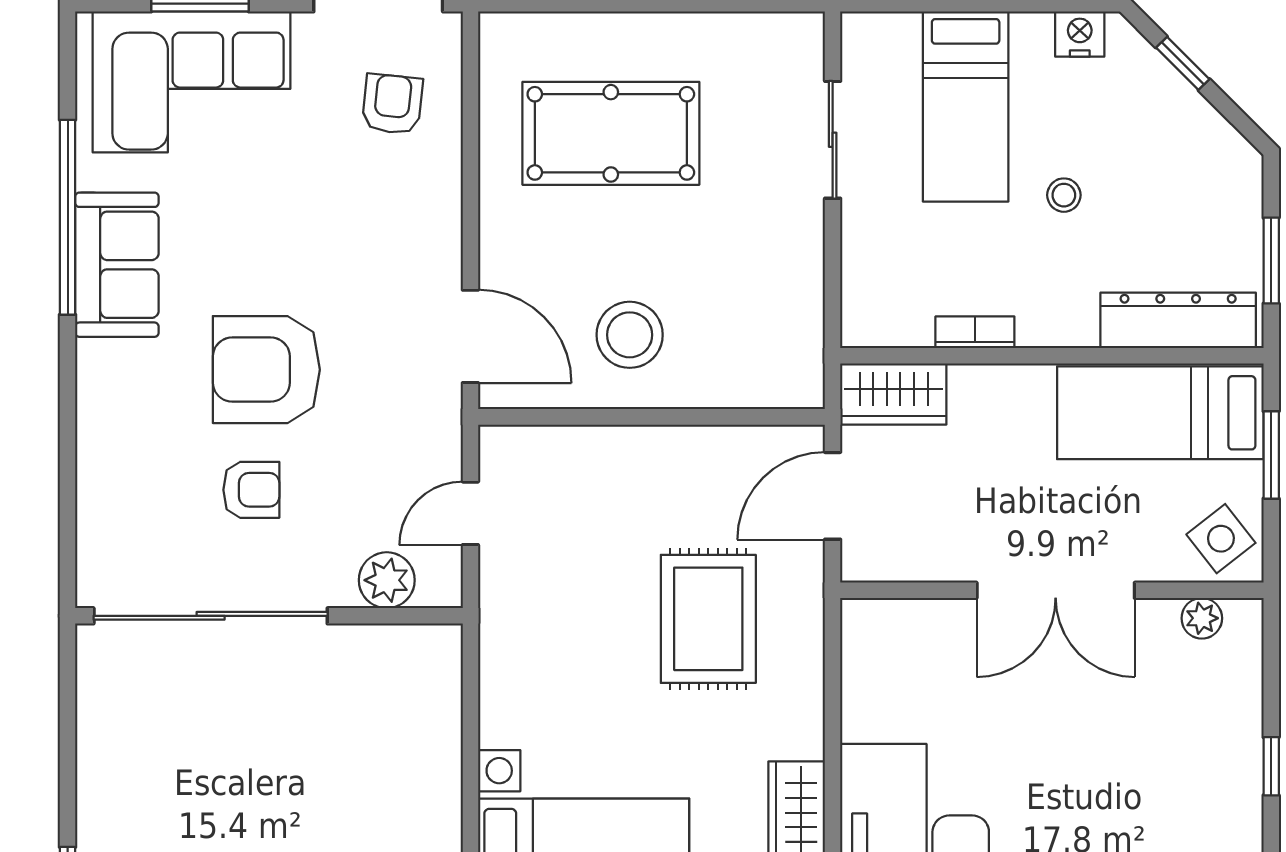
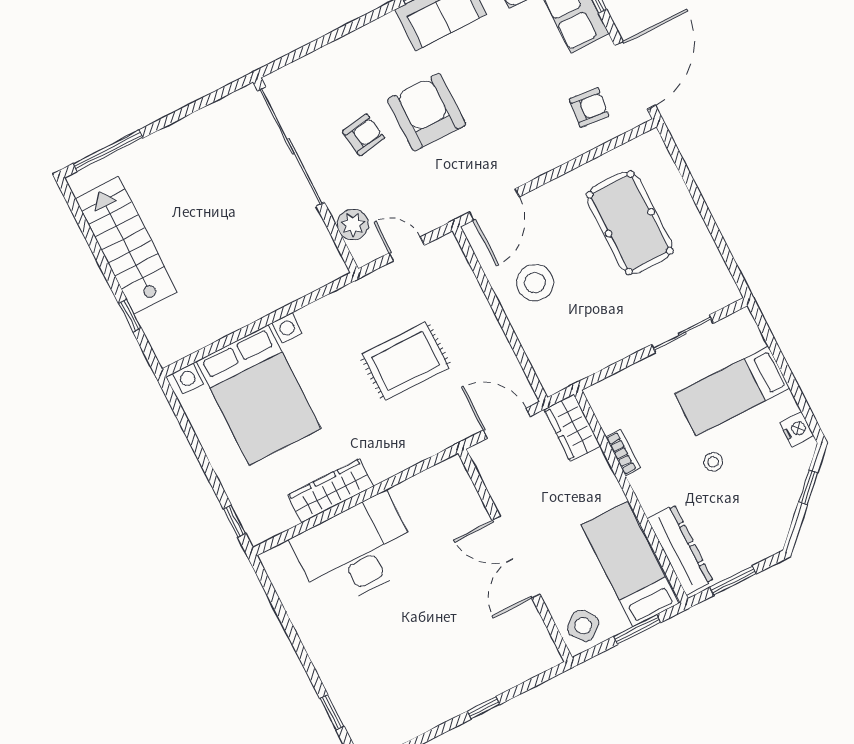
armchair: (251, 490) -> (363, 135), turned -99
plant: (1202, 618) -> (539, 636), removed
rug: (708, 619) -> (406, 361), moved

